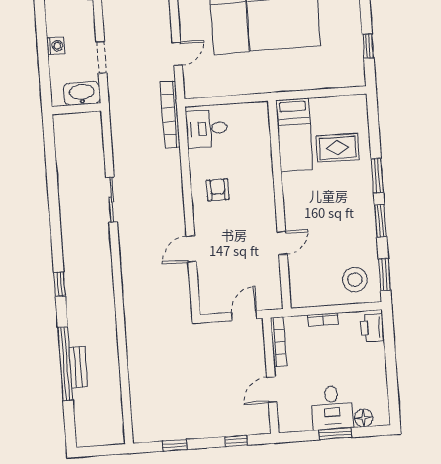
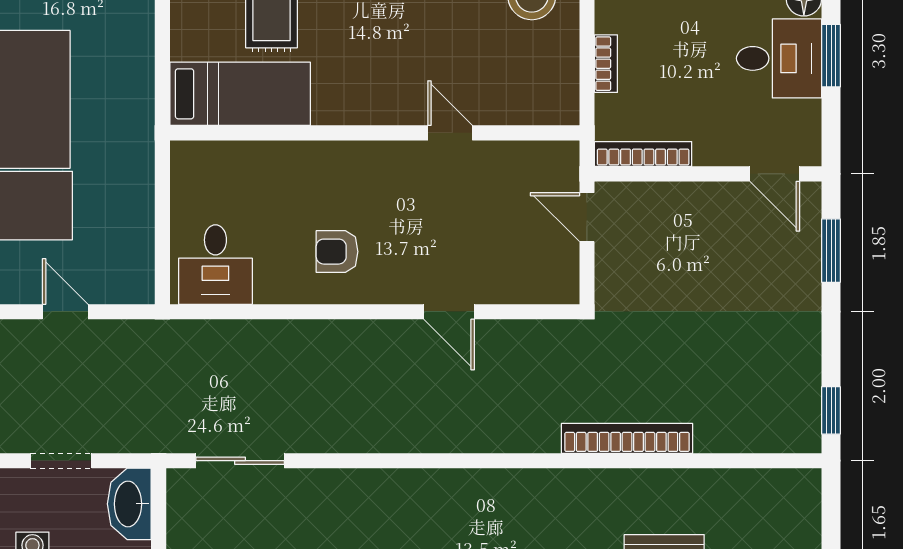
bookcase: (170, 115) -> (627, 438), moved, turned 180
sliding door: (112, 199) -> (240, 461), moved
door: (272, 390) -> (775, 174), moved
window: (236, 441) -> (831, 251), width x1.50
window: (175, 445) -> (831, 410), moved

